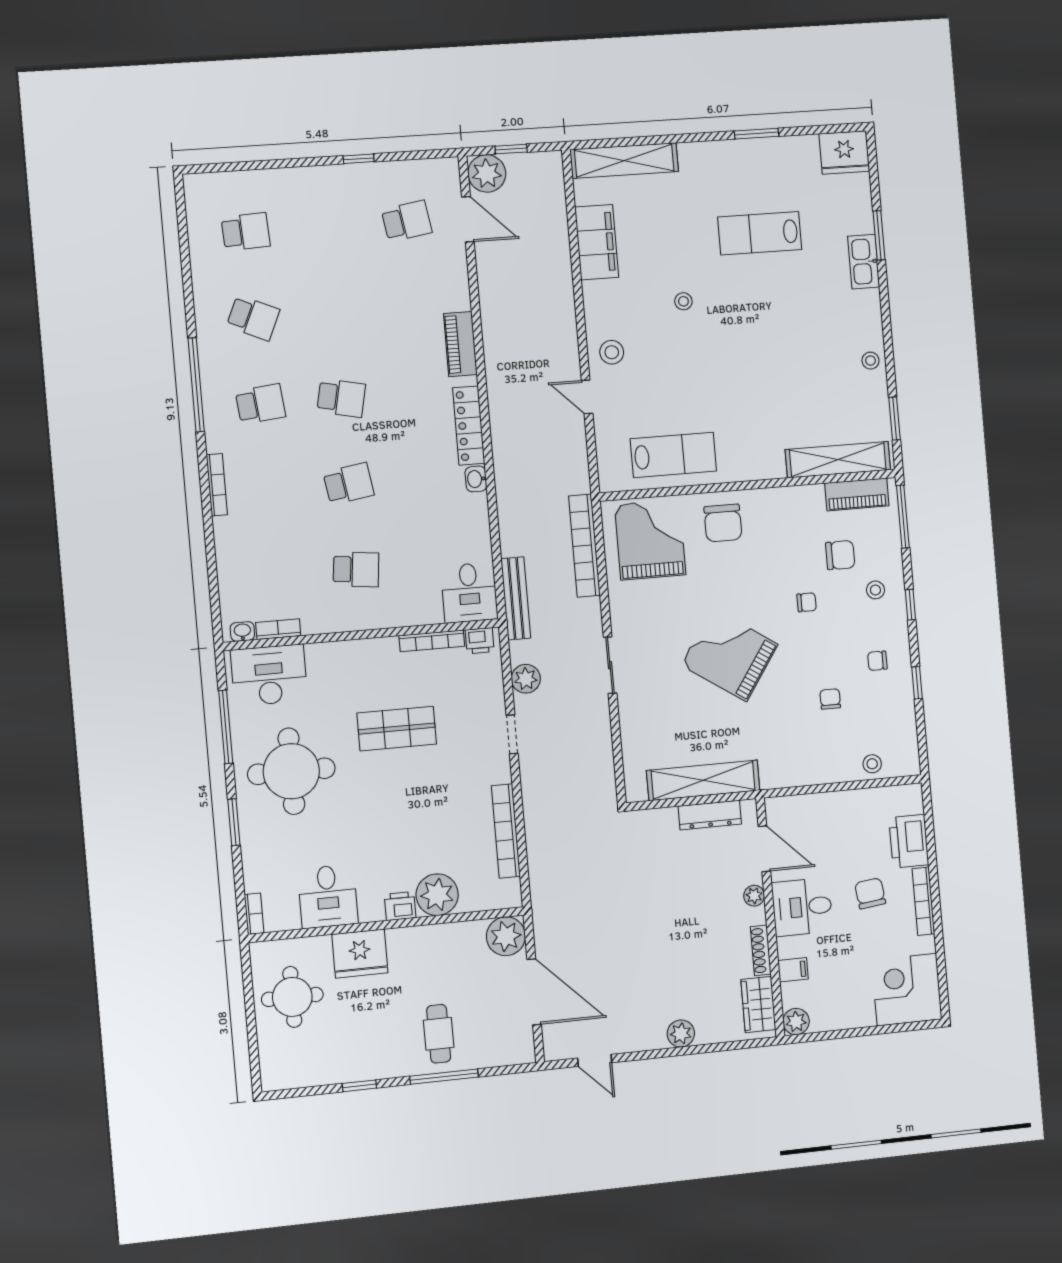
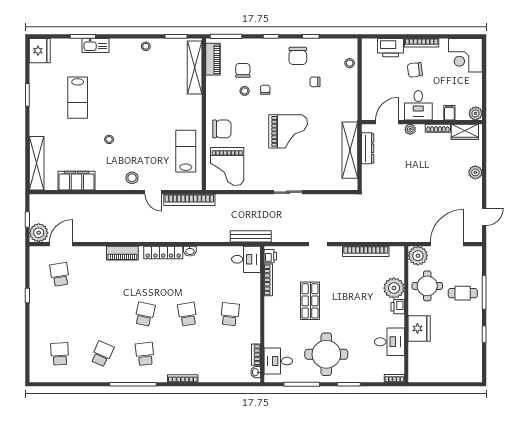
door: (587, 397) -> (153, 192), hinge flipped
grand piano: (650, 540) -> (227, 167), turned -90
bookcase: (584, 546) -> (189, 200), moved
stool: (875, 590) -> (245, 91), moved
grand piano: (729, 655) -> (288, 131), turned -124
chair: (877, 661) -> (298, 56), width x1.87, depth x1.87
desk: (269, 675) -> (278, 361), width x0.73
plant: (526, 679) -> (291, 235), removed
round table: (292, 997) -> (427, 286), moved

